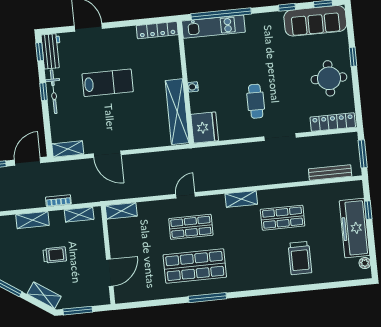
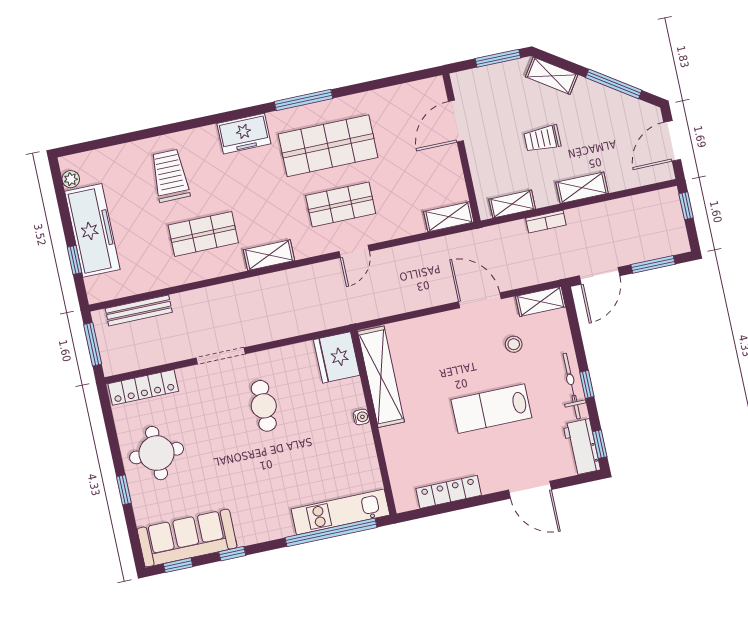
locker: (157, 30) -> (449, 492), moved
stool: (88, 123) -> (514, 344), added
freezer: (249, 280) -> (244, 134), added

